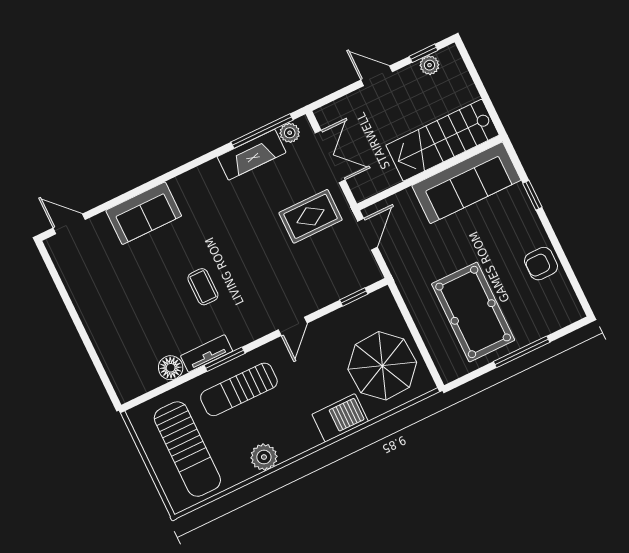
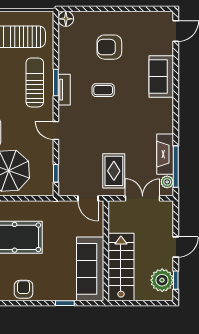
plant: (429, 65) -> (162, 280), width x1.88, depth x1.88
double door: (330, 156) -> (143, 198), swing flipped
armchair: (137, 307) -> (109, 47), added
tv unit: (207, 353) -> (64, 90), moved
floor lamp: (171, 368) -> (66, 19), moved

